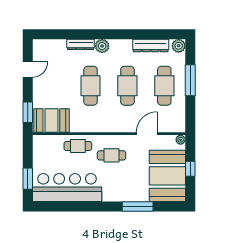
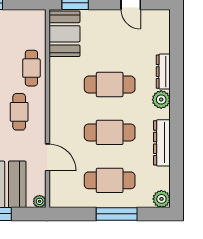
dresser: (151, 45) -> (162, 143), moved

